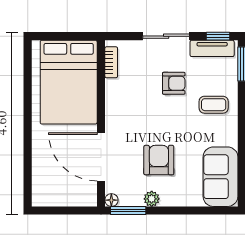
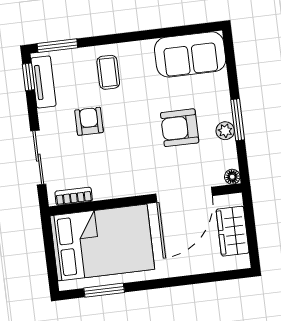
sliding door: (166, 36) -> (38, 158), moved
window: (28, 79) -> (104, 290), added
wardrobe: (65, 195) -> (233, 231), added
window: (128, 211) -> (238, 120), moved

